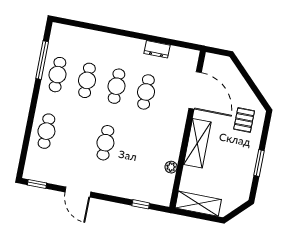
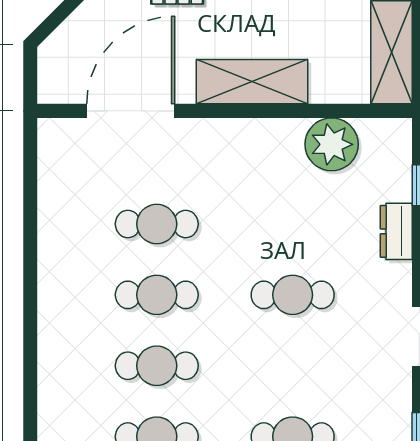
dresser: (157, 49) -> (396, 231), moved, turned 180
plant: (171, 167) -> (332, 144), width x1.88, depth x1.88

